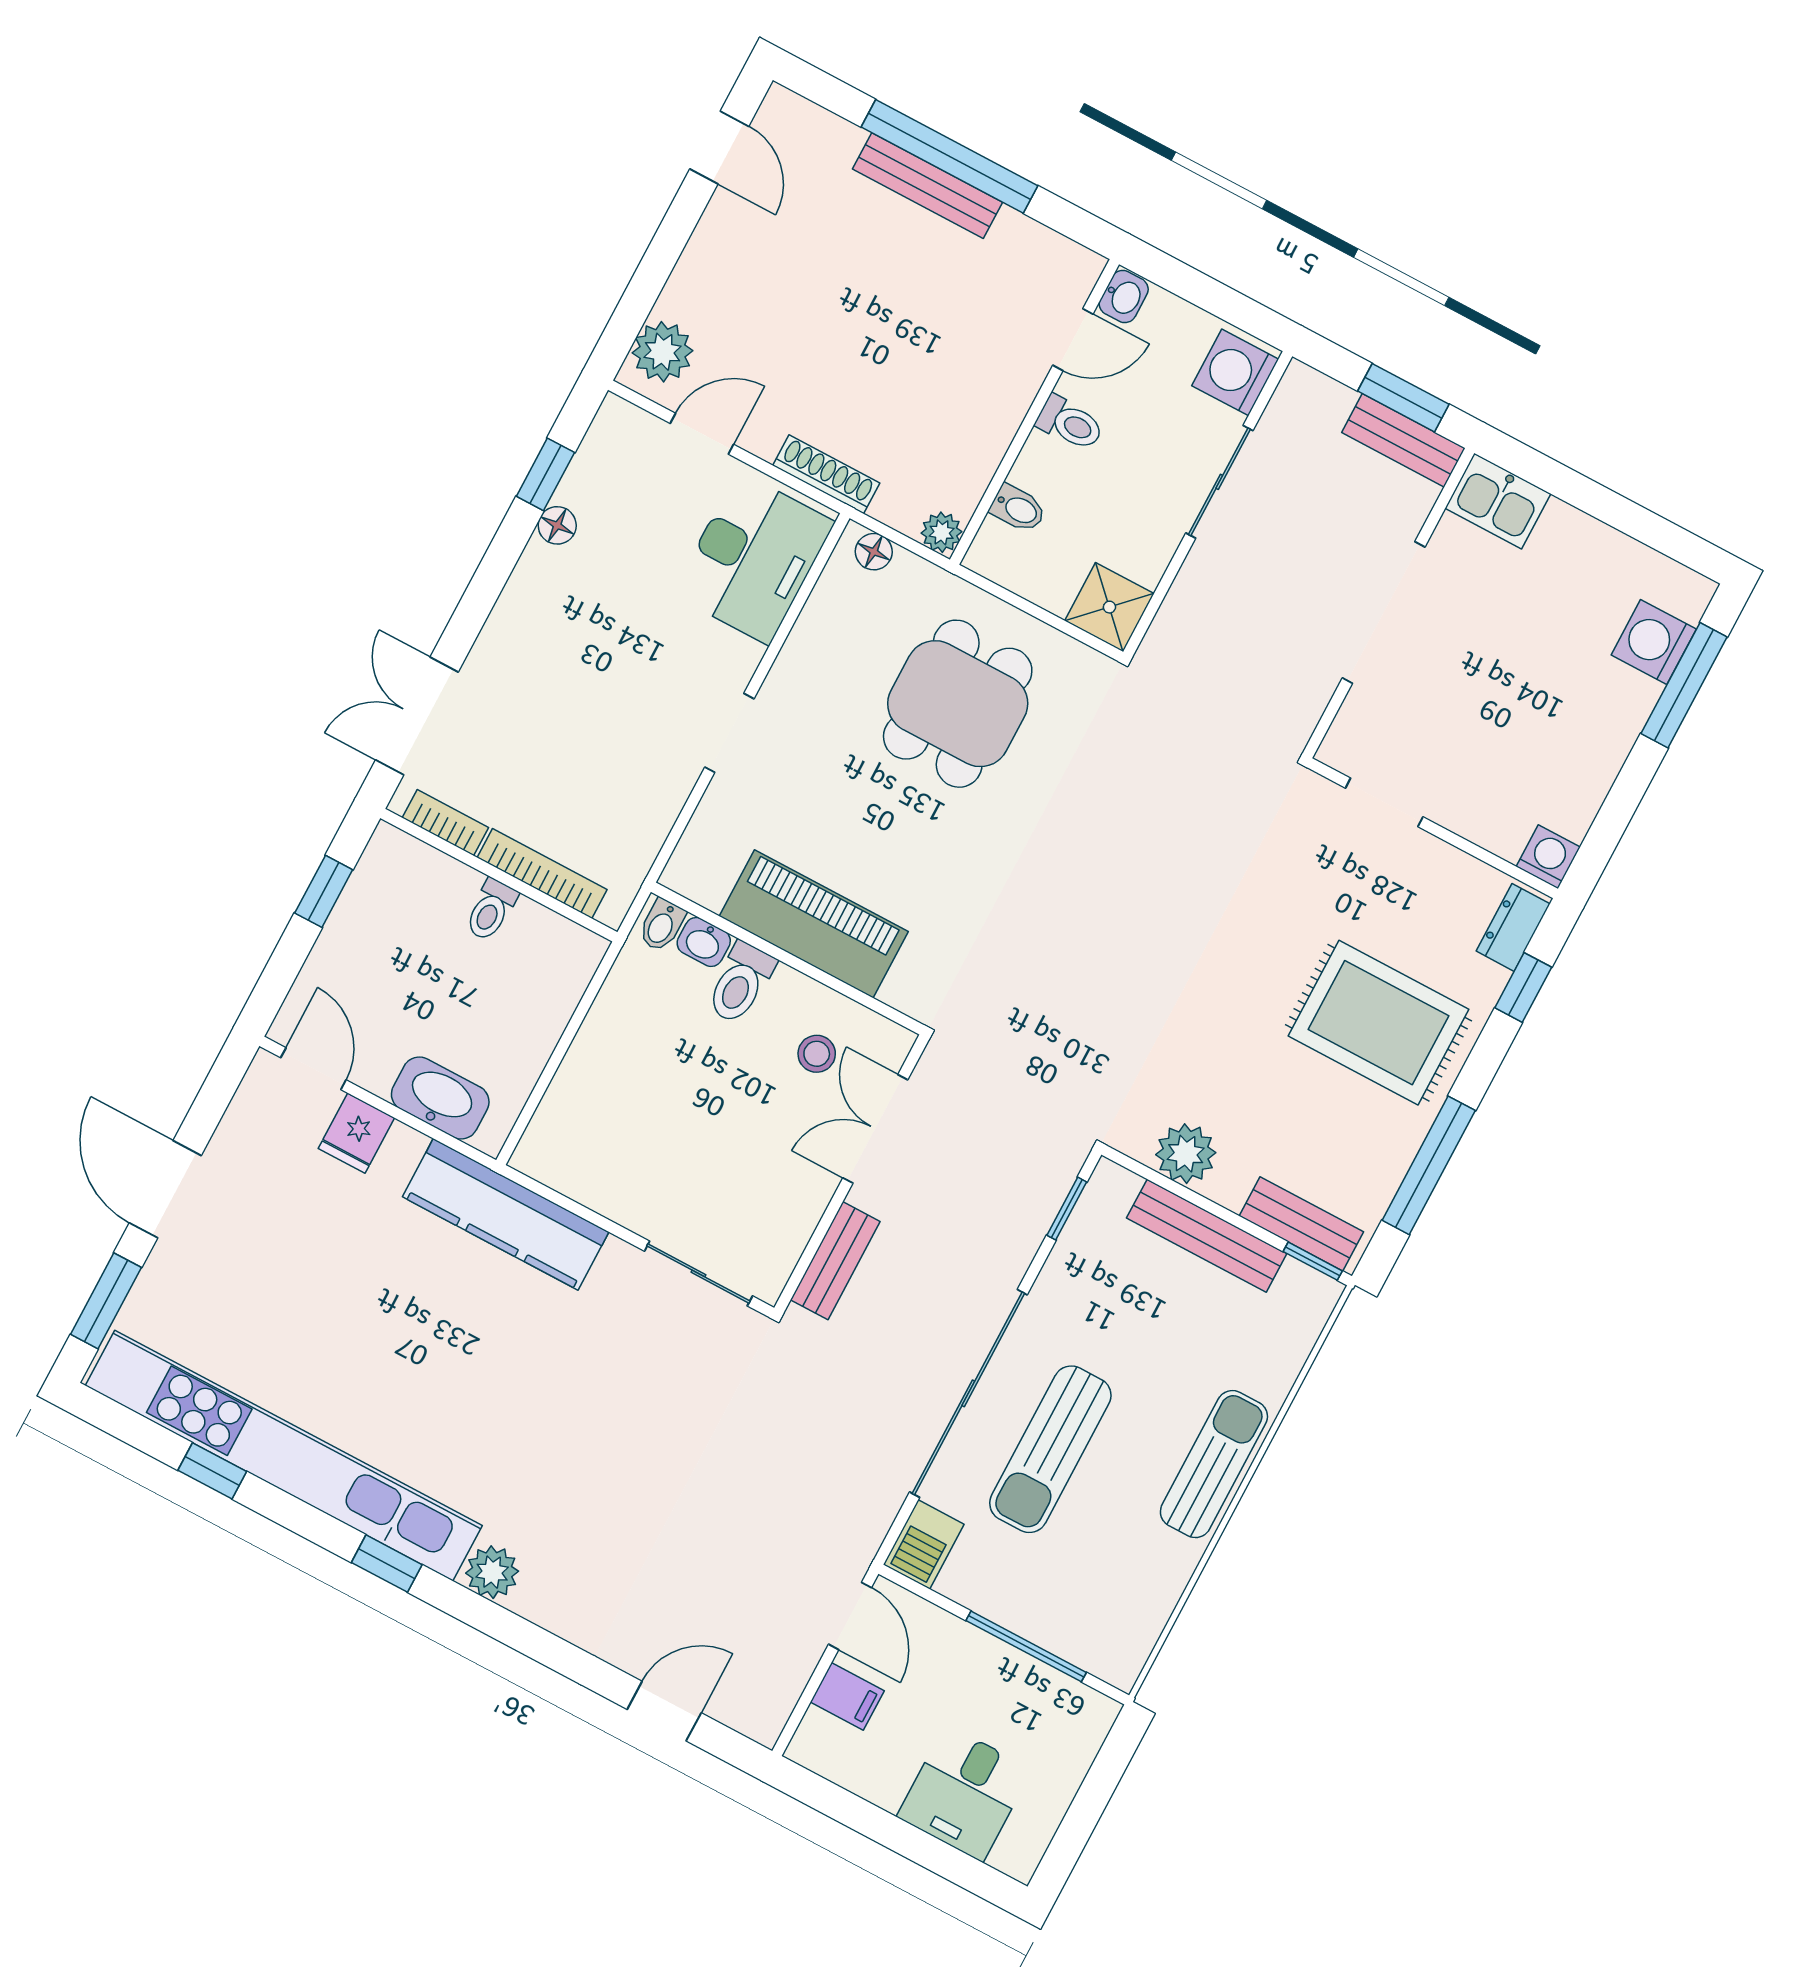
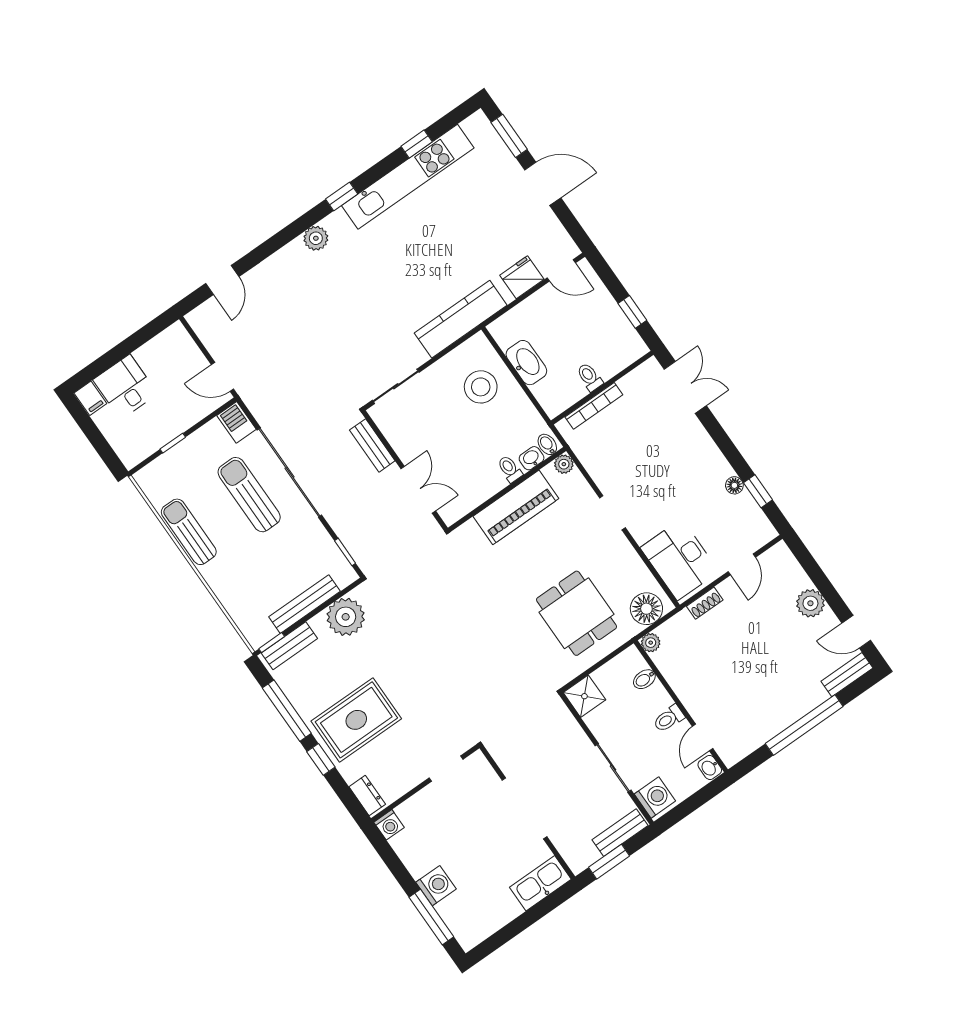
bench: (928, 186) -> (847, 675), moved, width x0.73
plant: (663, 352) -> (810, 603), moved
bench: (1403, 440) -> (620, 833), moved
shoe rack: (826, 474) -> (705, 603), width x0.70
kitchen sink: (1498, 501) -> (540, 883), width x1.38
floor lamp: (874, 552) -> (646, 609), width x1.89, depth x1.89
washing machine: (1654, 642) -> (436, 886), moved
bookcase: (445, 823) -> (635, 377), removed
plant: (684, 874) -> (564, 464), added
toilet: (741, 983) -> (510, 469), width x0.73, depth x0.72
window: (1523, 988) -> (321, 759), moved
stool: (817, 1054) -> (481, 387), moved, width x1.89, depth x1.89
washbasin: (440, 1098) -> (526, 363), moved, turned -90
fridge: (356, 1133) -> (522, 277), width x1.38
plant: (1186, 1154) -> (346, 617), width x1.36, depth x1.36
kitchen unit: (284, 1456) -> (408, 177), width x0.73
sun lounger: (1214, 1464) -> (189, 532), moved, turned 180
window: (1026, 1646) -> (173, 443), width x0.46
filing cabinet: (847, 1696) -> (90, 398), moved, turned -90

